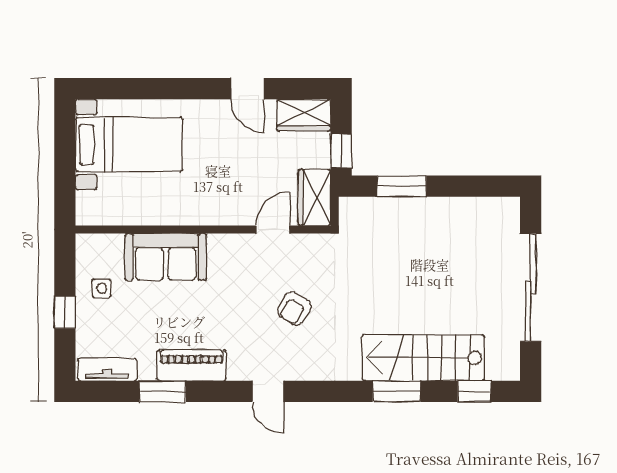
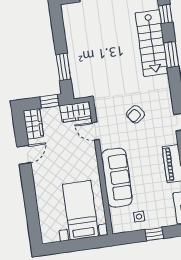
bed with nightstands: (129, 145) -> (80, 210), moved
sofa: (166, 257) -> (117, 178), width x1.36
armchair: (294, 309) -> (135, 114), turned 113

